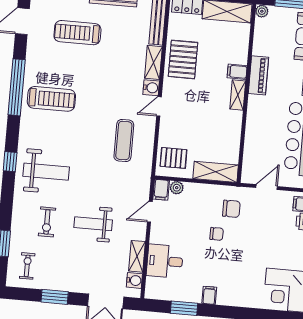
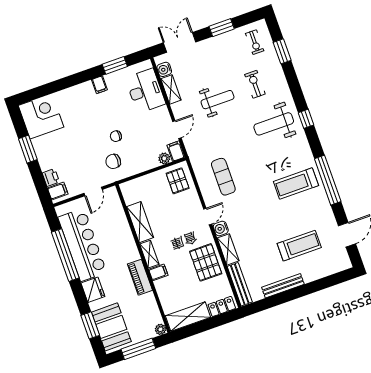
pallet: (173, 158) -> (178, 181), turned 90
shelving: (216, 172) -> (140, 222), moved, turned 90
desk: (165, 261) -> (145, 91), width x1.37

